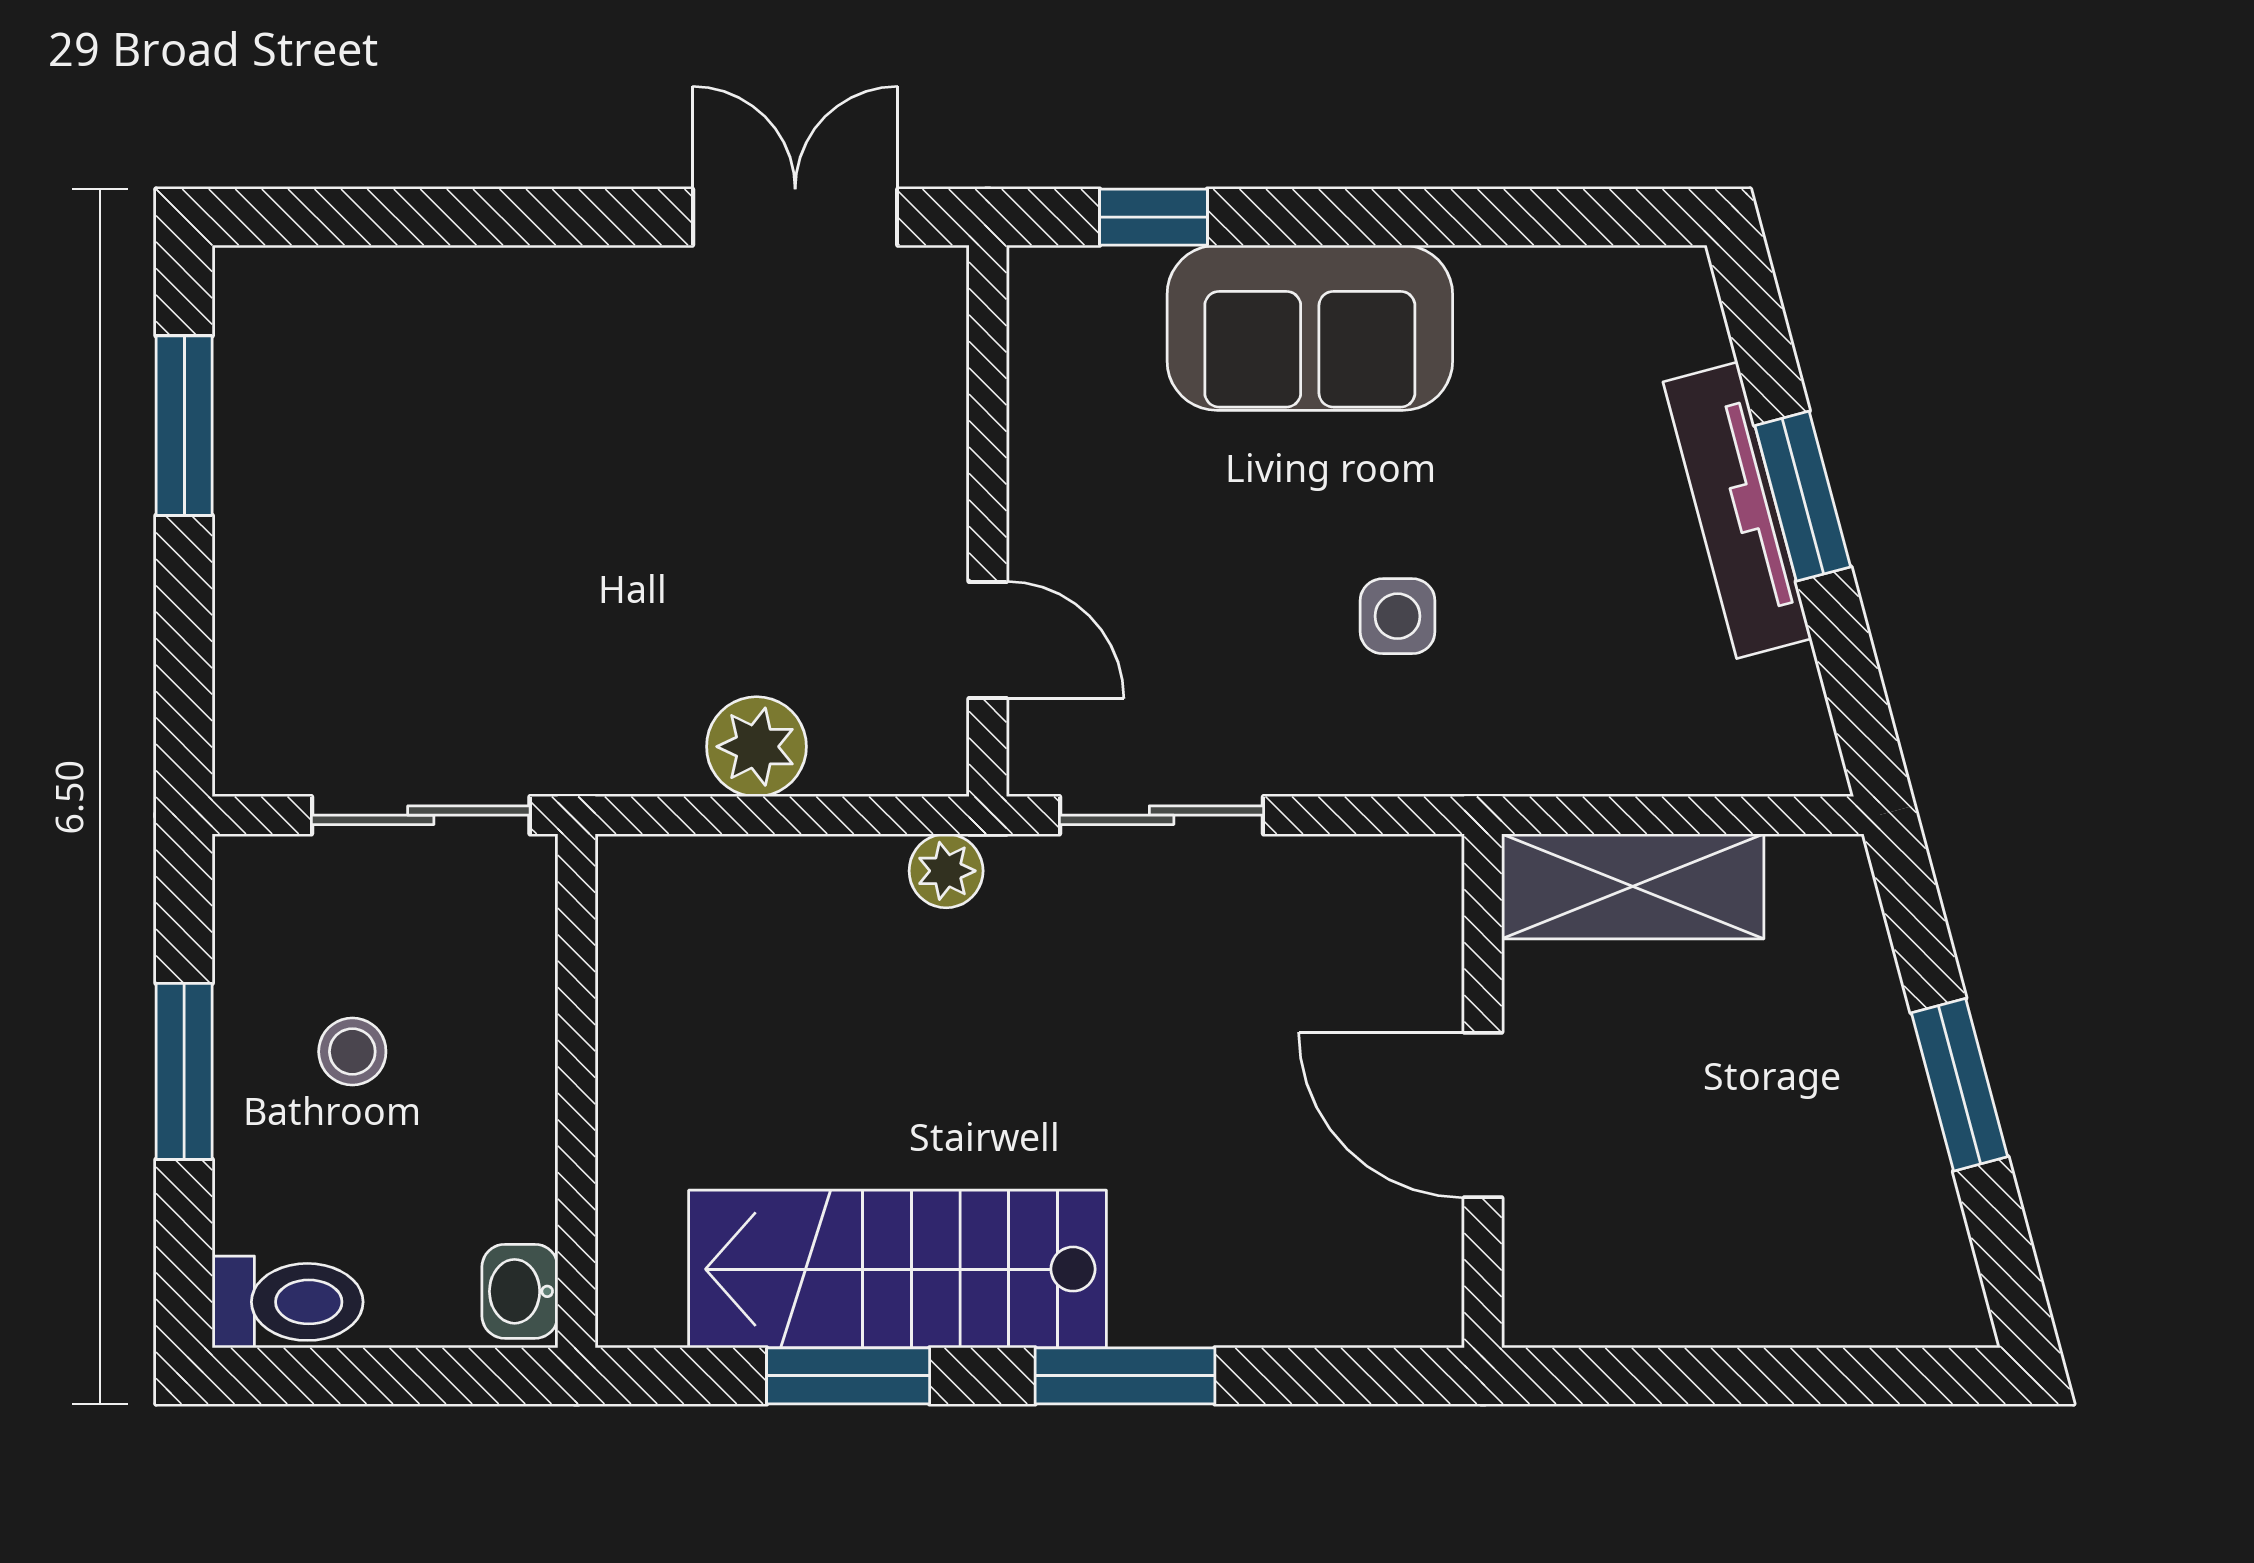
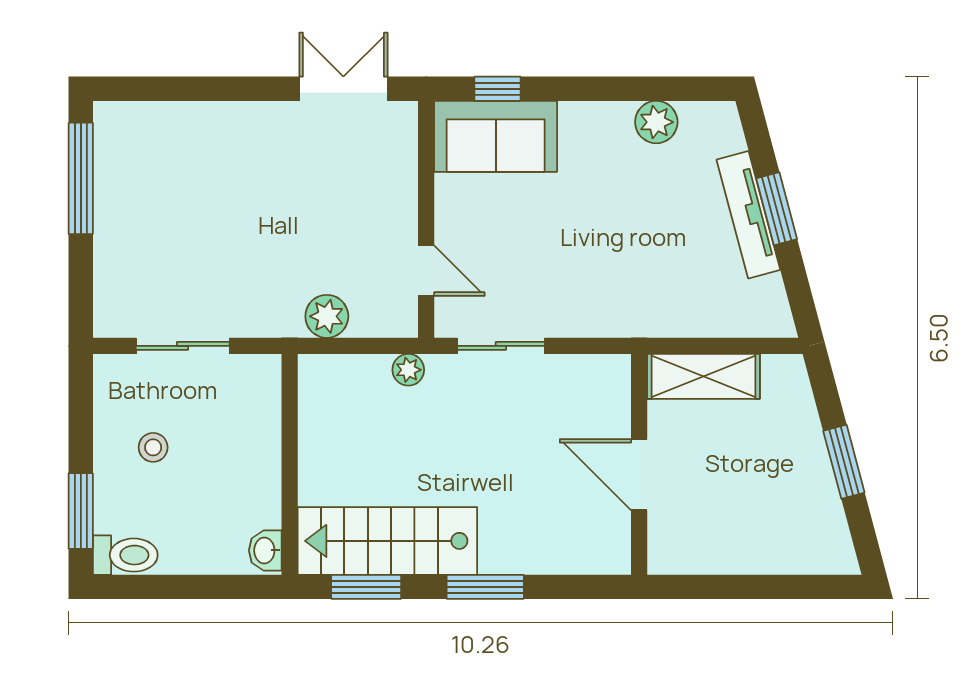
plant: (1523, 295) -> (656, 122), added
sofa: (1310, 328) -> (496, 136), moved
window: (184, 426) -> (81, 178), width x1.44
side table: (1398, 616) -> (602, 260), removed
window: (184, 1071) -> (81, 511), moved
wall: (577, 1091) -> (290, 464), moved
washbasin: (520, 1291) -> (265, 550), moved

